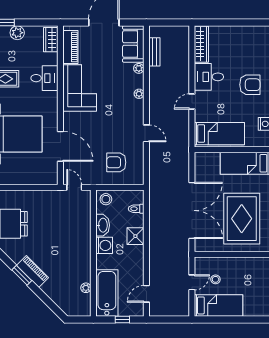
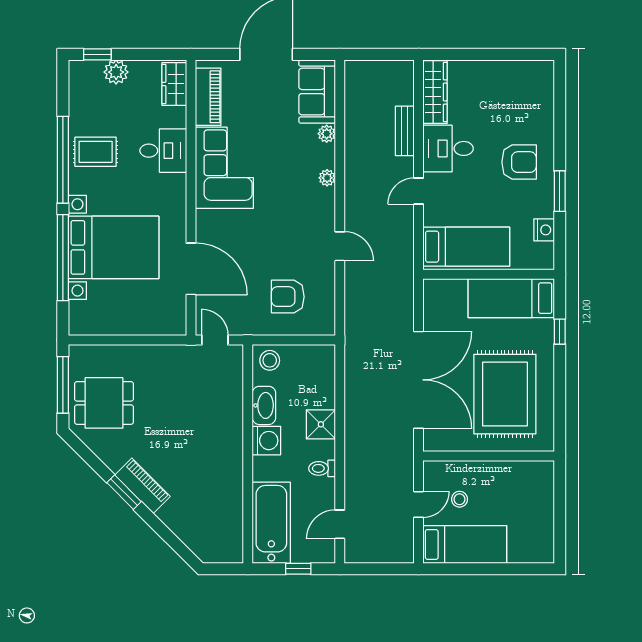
bench: (154, 52) -> (405, 131), moved
toilet: (136, 209) -> (322, 468), moved
plant: (86, 288) -> (235, 514), removed

